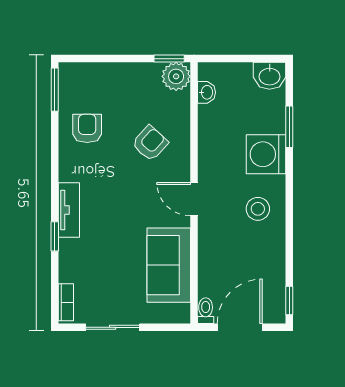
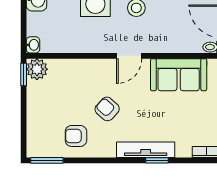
washbasin: (206, 92) -> (33, 45), moved, turned 90
armchair: (150, 143) -> (107, 109), moved
tv unit: (69, 210) -> (146, 150), width x1.41

